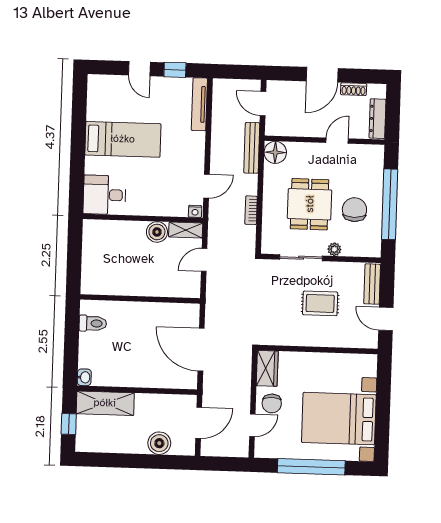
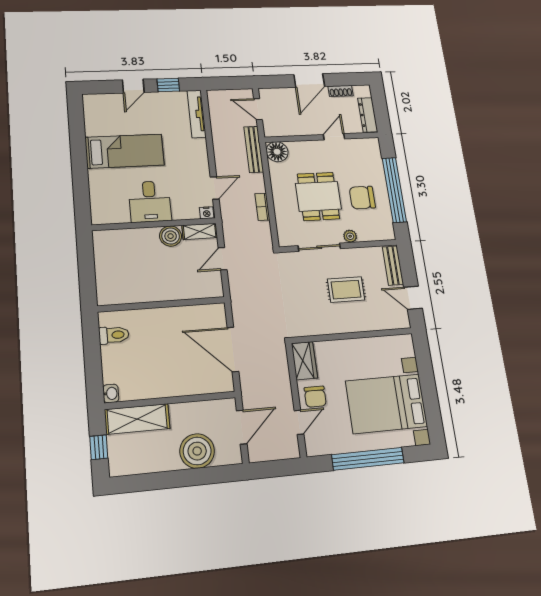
door: (139, 69) -> (133, 86), hinge flipped
desk: (105, 195) -> (150, 202), moved, turned -90
chair: (354, 210) -> (362, 198), turned -90
boiler: (159, 443) -> (197, 451), width x1.37, depth x1.37

